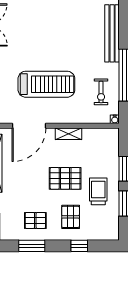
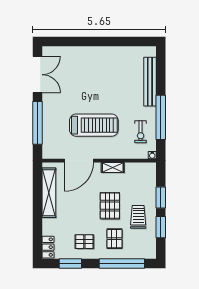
pallet: (65, 178) -> (110, 206), turned 90
window: (32, 246) -> (70, 263), moved
window: (79, 246) -> (122, 263), width x3.17

